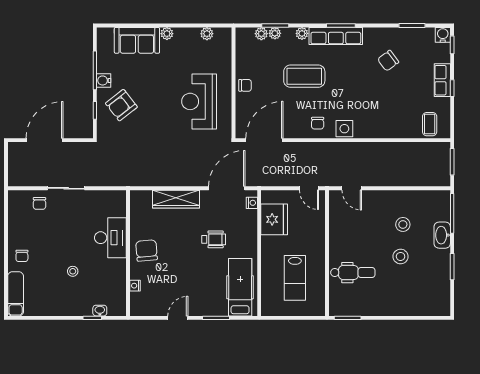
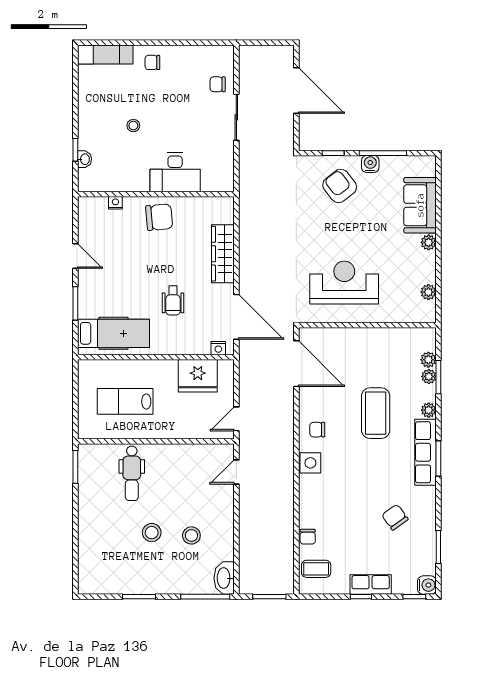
chair: (245, 85) -> (308, 537), moved
washbasin: (442, 235) -> (224, 578), moved, turned -90

